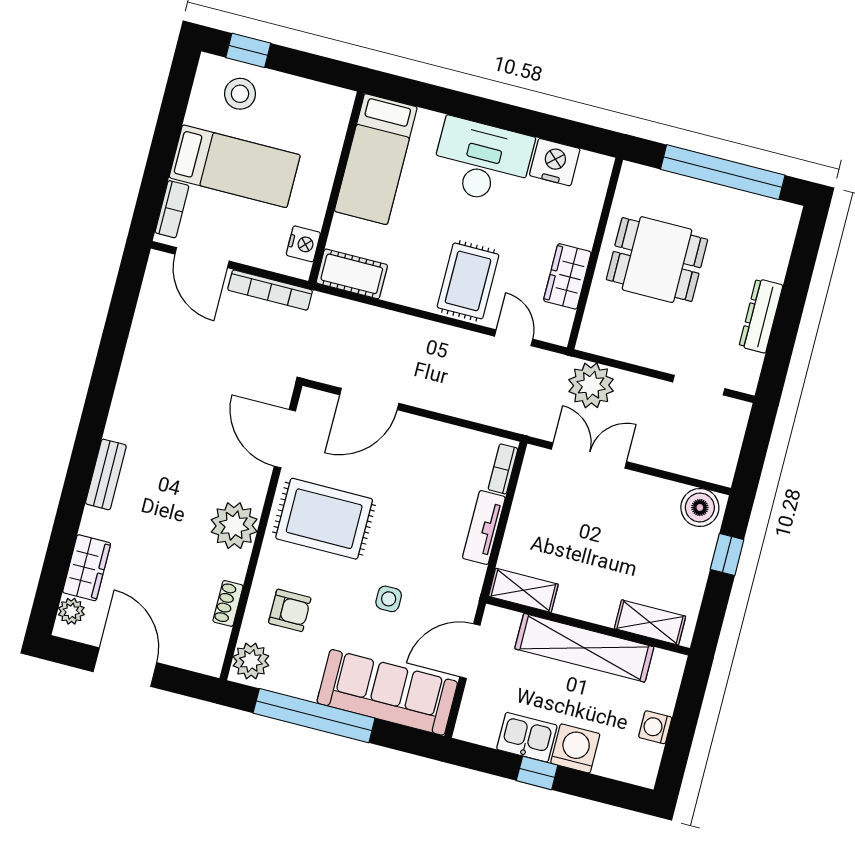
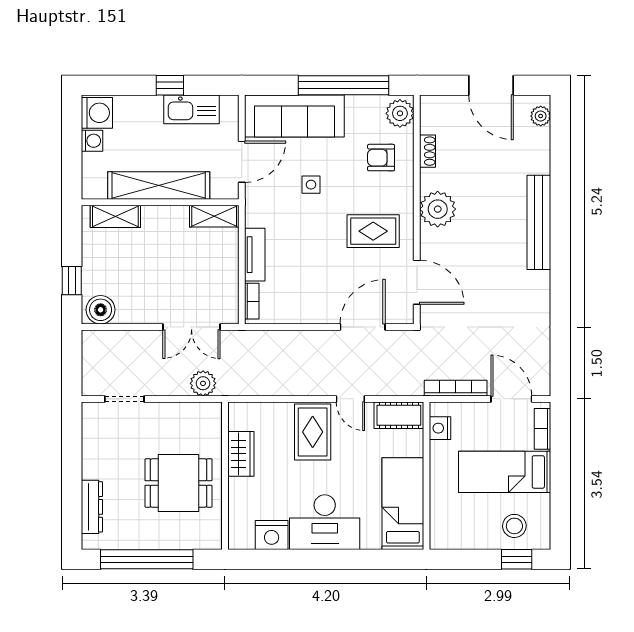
dresser: (761, 316) -> (92, 507), moved
door: (514, 338) -> (350, 399), moved
plant: (591, 385) -> (203, 383), width x0.73, depth x0.73
bench: (106, 474) -> (539, 222), width x1.86, depth x1.21
rug: (324, 519) -> (373, 231), width x0.73, depth x0.70
wardrobe: (87, 568) -> (538, 151), removed
kitchen sink: (527, 737) -> (191, 109), width x1.38
washing machine: (575, 748) -> (97, 113), moved, turned -90

